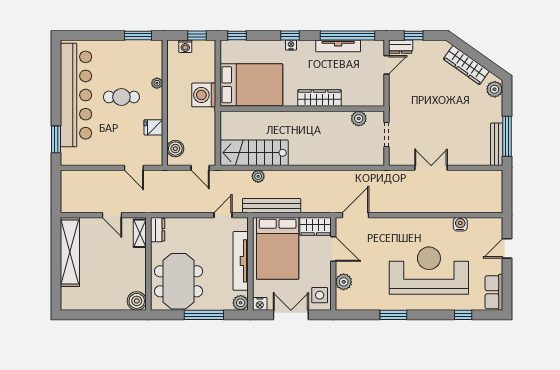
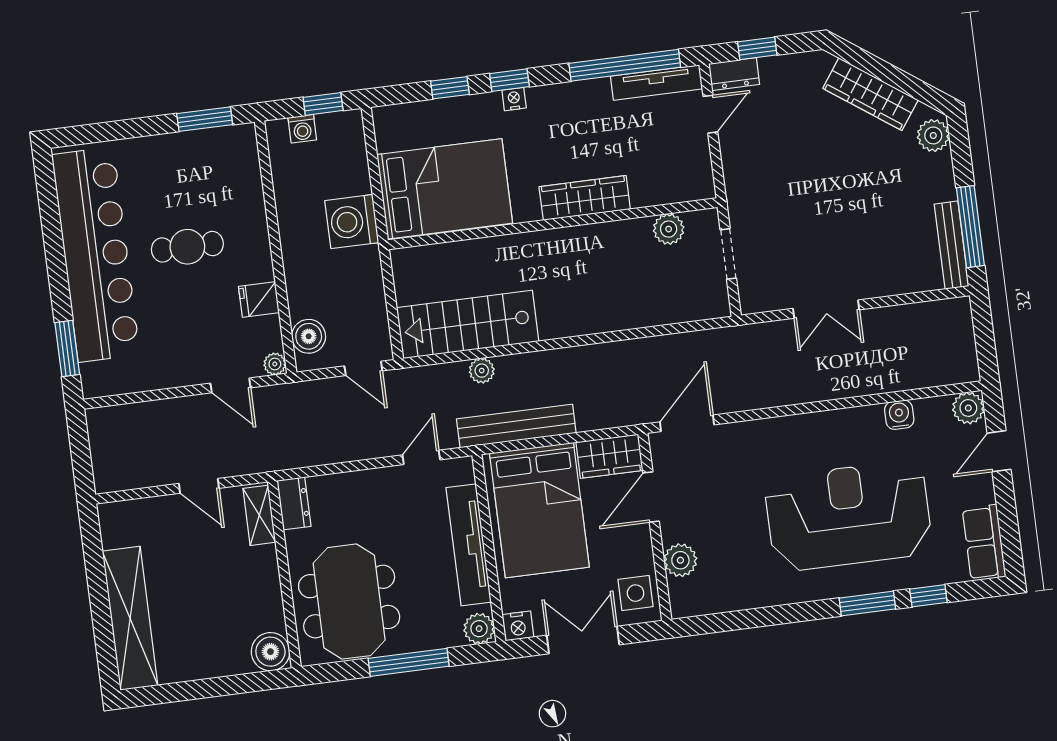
window: (237, 35) -> (450, 88), moved
tv unit: (338, 46) -> (657, 83), moved
plant: (157, 83) -> (275, 364), moved
double door: (431, 168) -> (826, 309), swing flipped
plant: (495, 225) -> (968, 408), added
door: (333, 249) -> (651, 497), swing flipped
shelving: (70, 252) -> (130, 618), moved
window: (393, 315) -> (867, 604), moved

